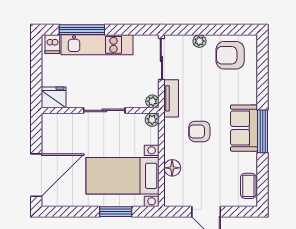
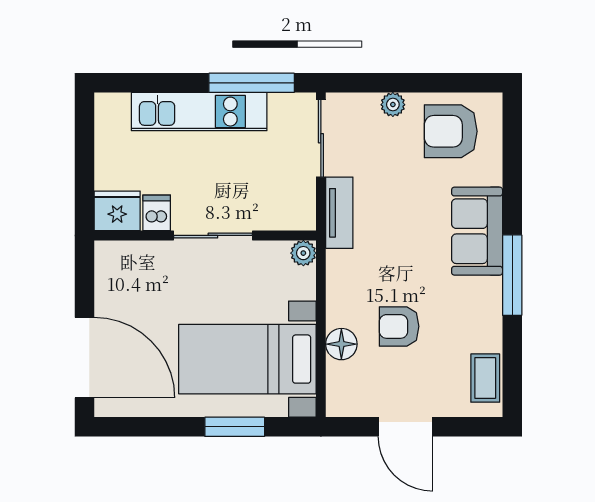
window: (82, 30) -> (252, 83), moved
dishwasher: (52, 44) -> (157, 213), moved, turned 180
plant: (152, 101) -> (304, 218), removed
sofa: (244, 128) -> (477, 231), moved
armchair: (199, 131) -> (399, 326), moved
door: (36, 175) -> (85, 358), hinge flipped

